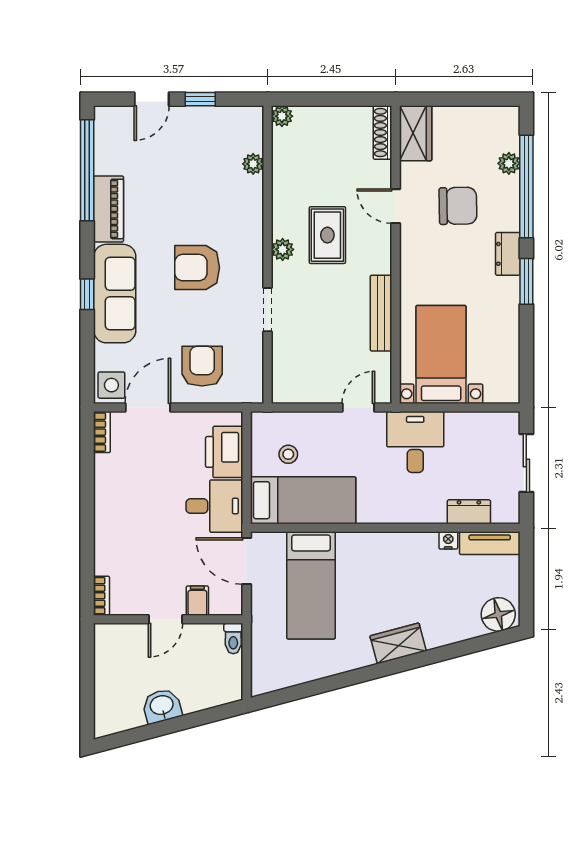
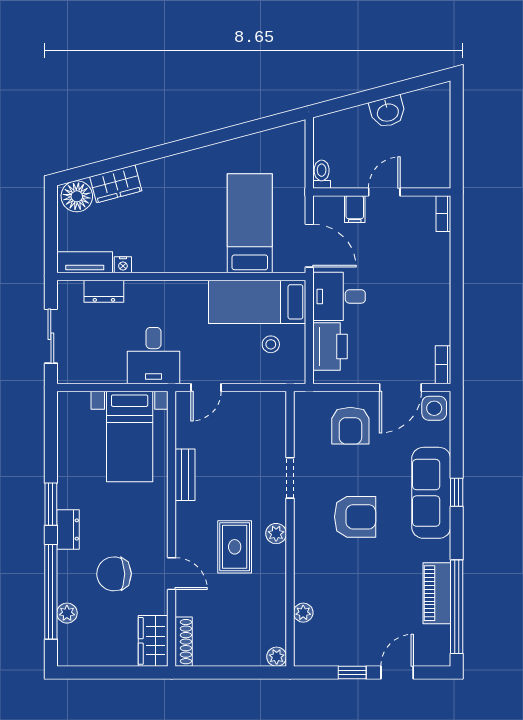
piano: (109, 209) -> (437, 593), moved
bench: (381, 313) -> (185, 475), width x0.73
wardrobe: (398, 643) -> (116, 184), moved

